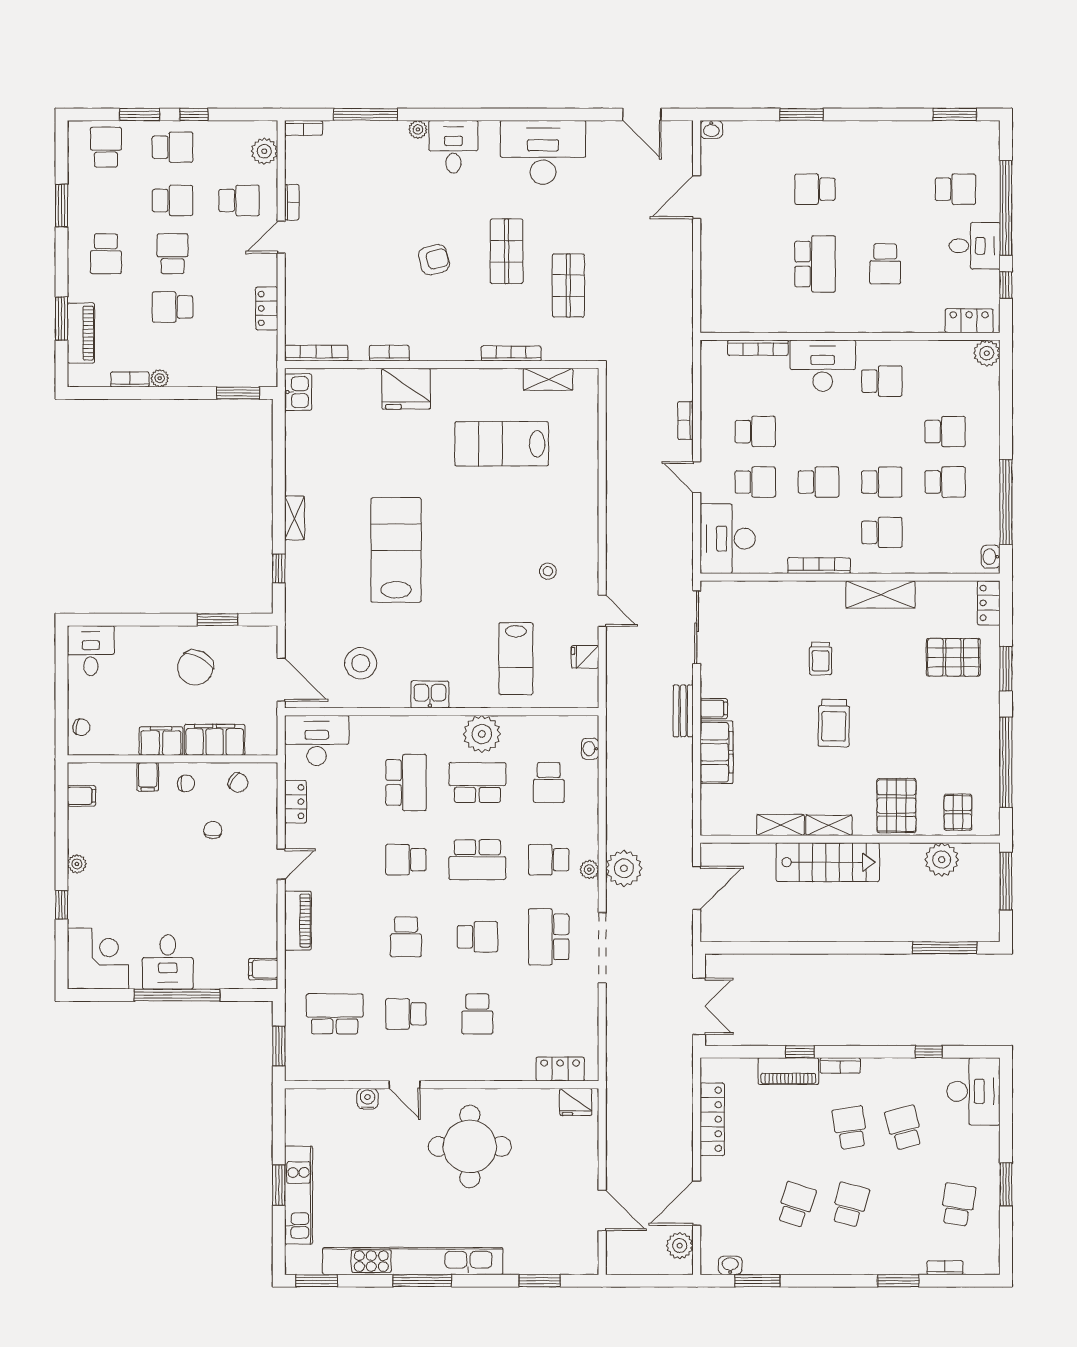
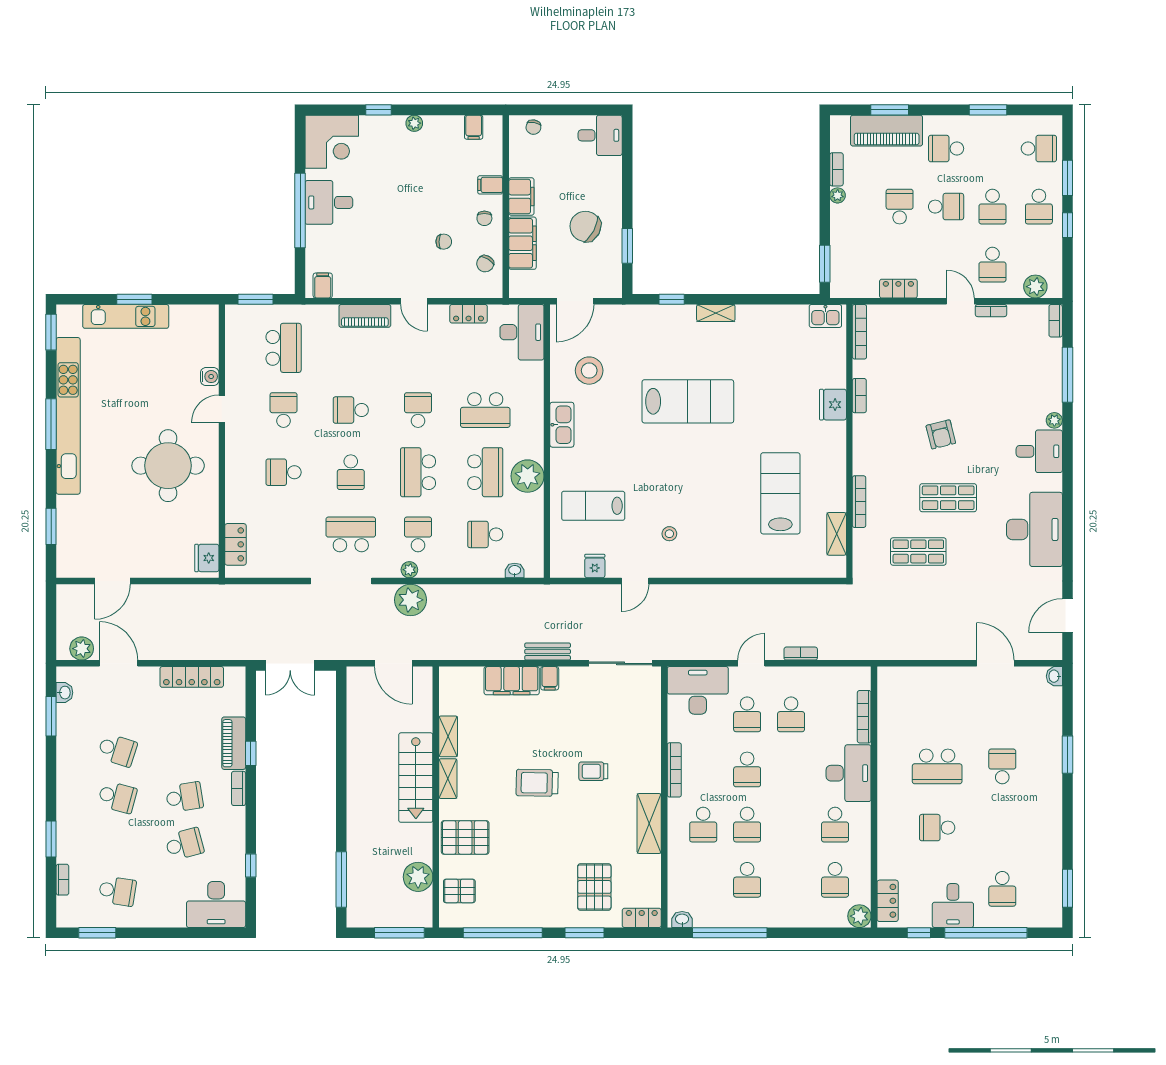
piano: (81, 333) -> (887, 131), width x1.37, depth x1.33
fridge: (406, 389) -> (833, 405), width x0.73, depth x0.75
school desk: (945, 432) -> (835, 880), moved
kitchen sink: (430, 695) -> (562, 425), width x1.38
window: (1006, 1184) -> (97, 933), moved

